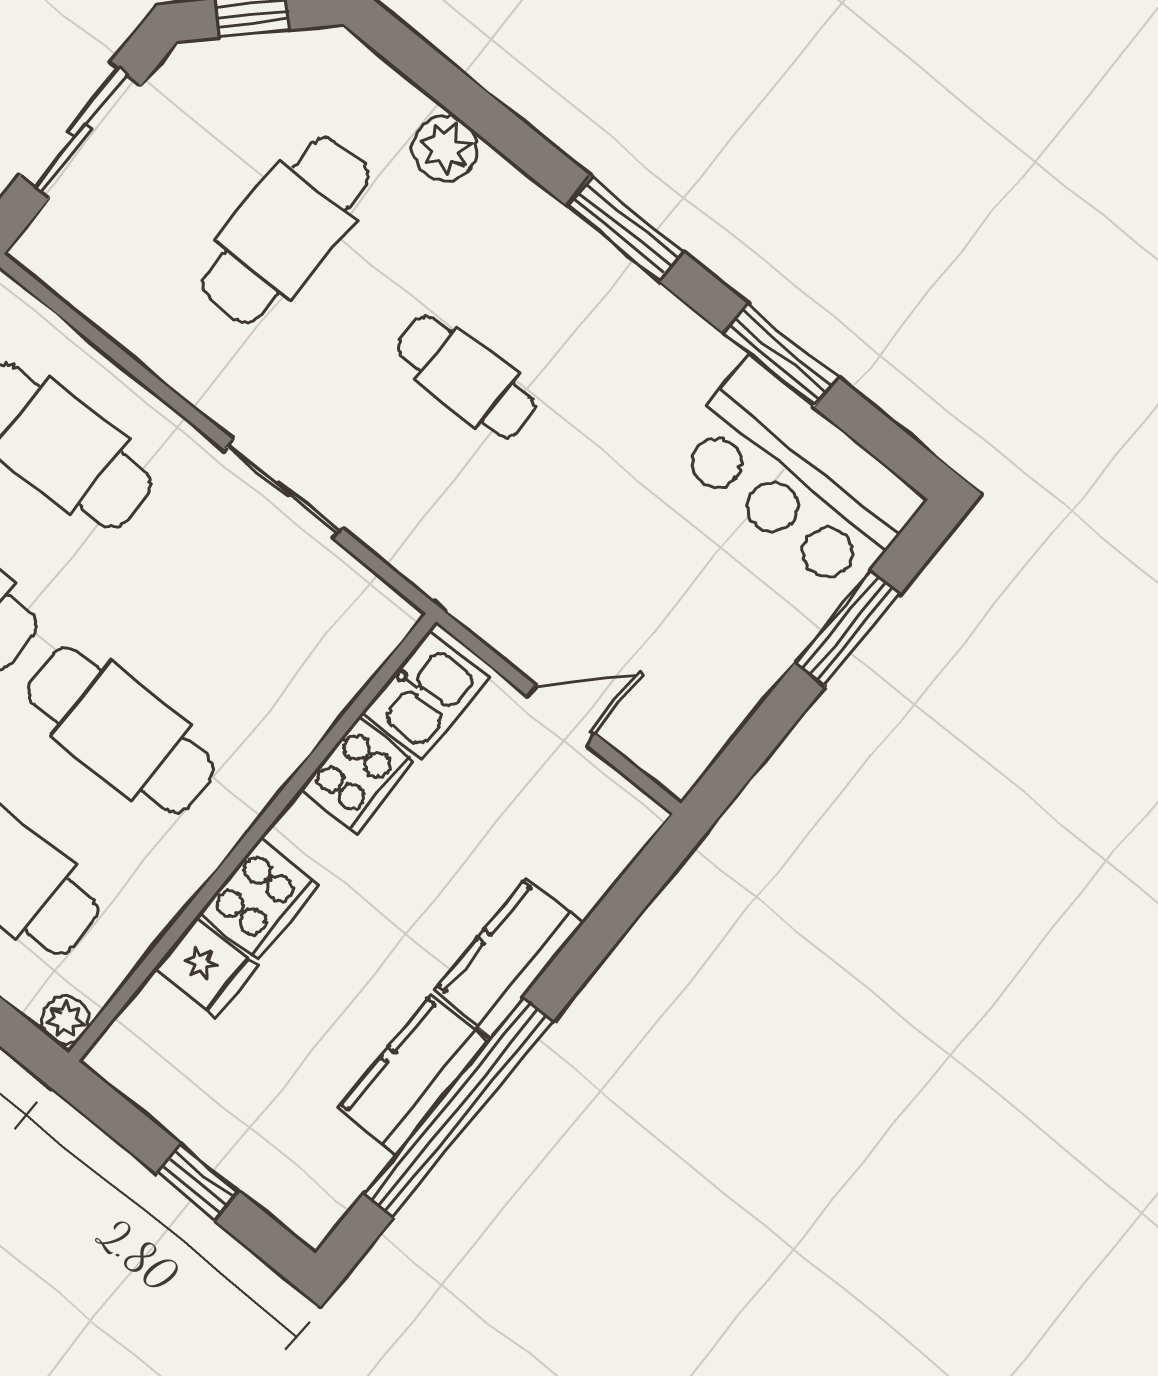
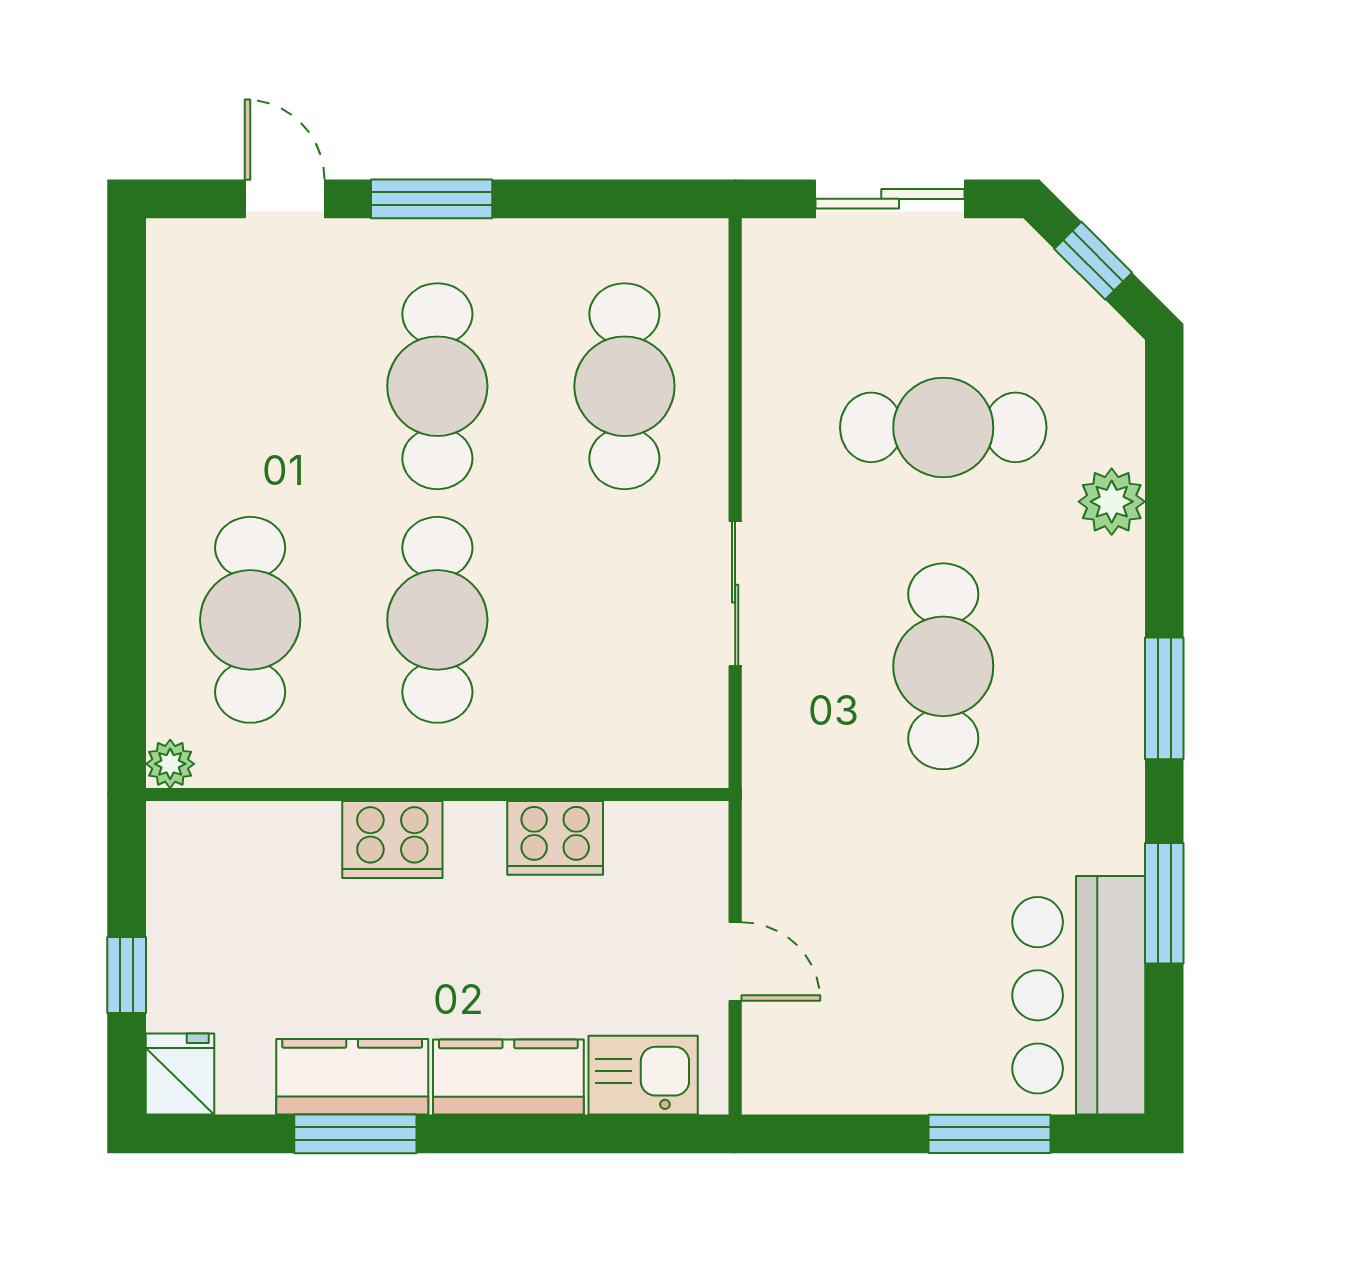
cafe table: (466, 377) -> (943, 666), width x1.37, depth x1.35
kitchen sink: (425, 695) -> (643, 1075), moved, turned 180
fridge: (205, 967) -> (180, 1074), moved, turned 180
window: (458, 1107) -> (355, 1134), width x0.47

